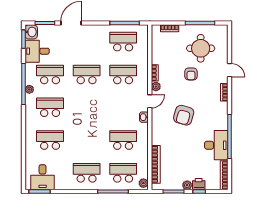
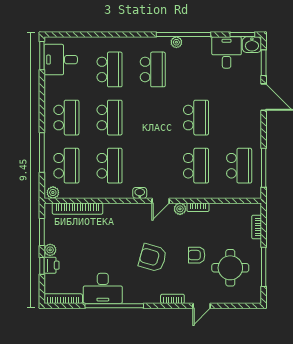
school desk: (50, 74) -> (110, 118), moved
door: (150, 101) -> (161, 201), hinge flipped
armchair: (184, 115) -> (153, 258), moved

